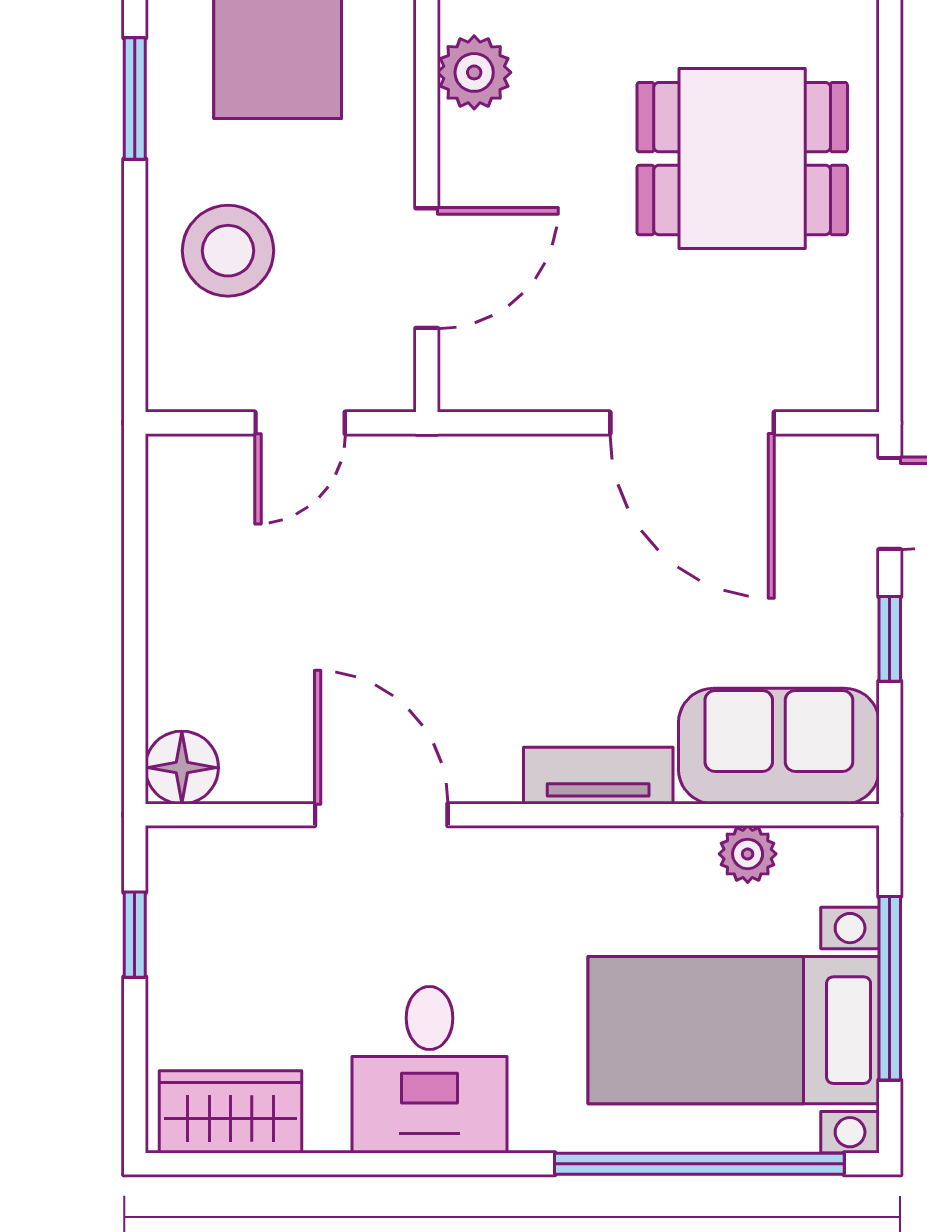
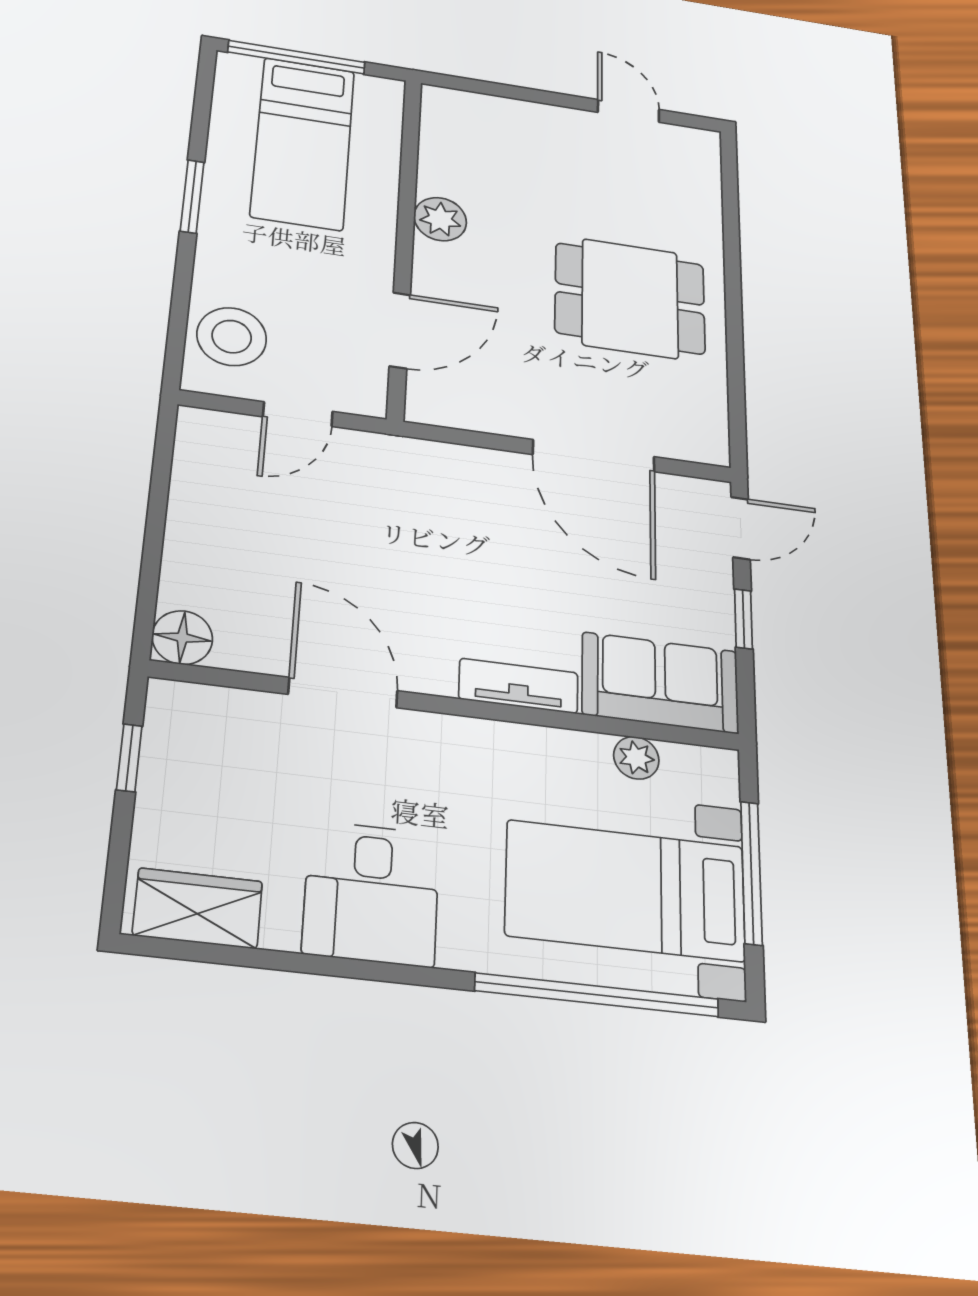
stool: (228, 251) -> (232, 337), moved

